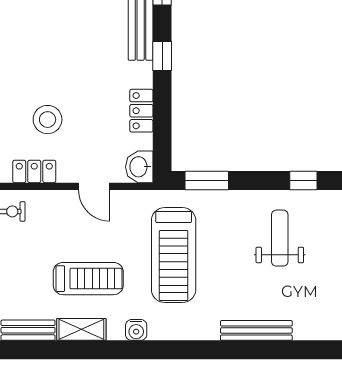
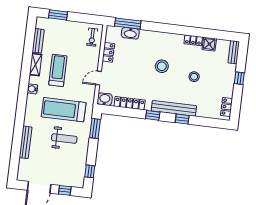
locker: (141, 111) -> (130, 103), width x1.53
stool: (48, 120) -> (162, 66), moved
weight bench: (280, 238) -> (64, 139), moved
treadmill: (88, 279) -> (58, 70), turned 180

